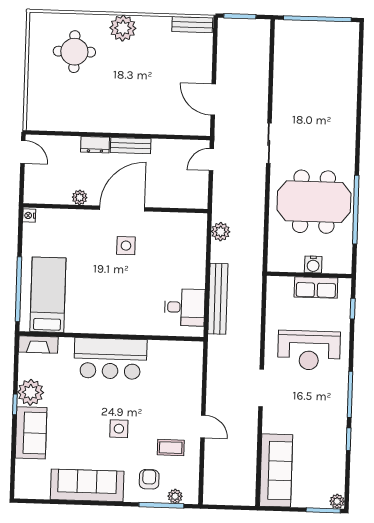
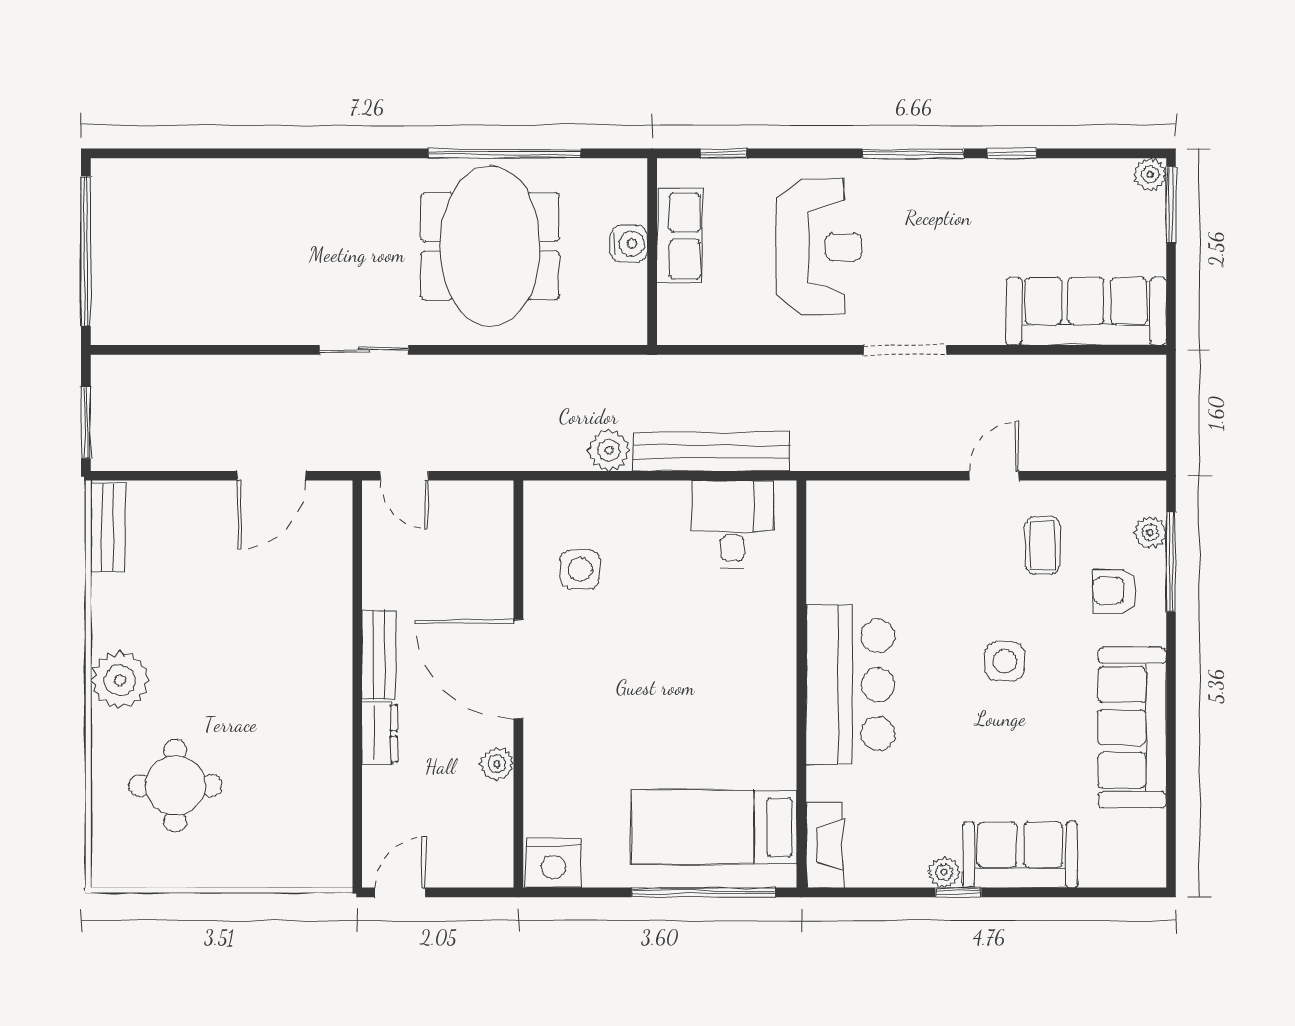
nightstand: (29, 215) -> (553, 863), width x1.89, depth x1.79
plant: (221, 232) -> (609, 450), moved
side table: (126, 246) -> (580, 569), moved
plant: (31, 392) -> (944, 872), width x0.53, depth x0.53

